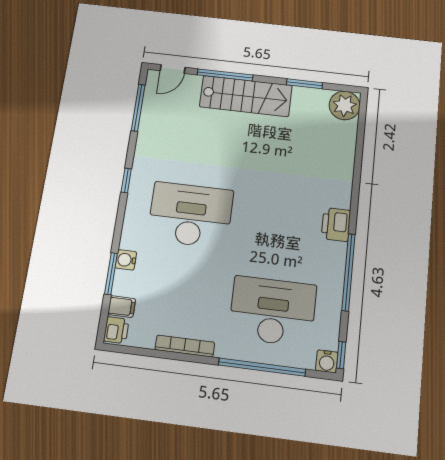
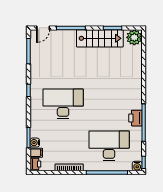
stairs: (246, 96) -> (100, 38), moved
printer: (336, 225) -> (135, 118), moved
water cooler: (126, 260) -> (35, 143), moved

